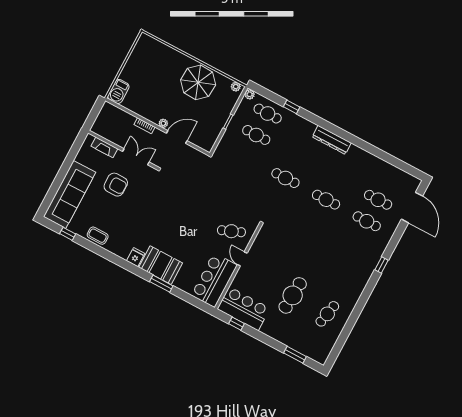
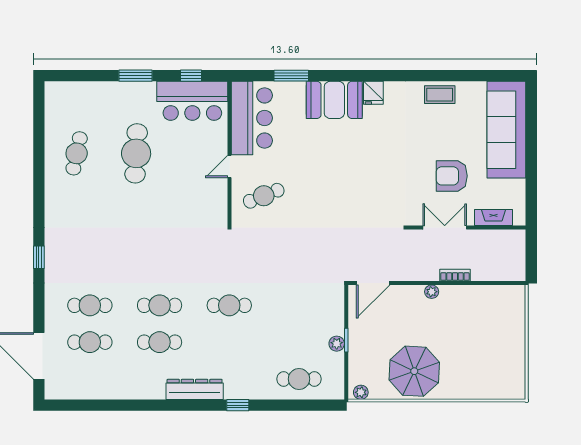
barbecue: (118, 92) -> (514, 302), removed
plant: (250, 94) -> (337, 344), moved
window: (292, 107) -> (238, 405), moved
cafe table: (256, 135) -> (160, 342), moved
door: (177, 137) -> (373, 283), moved
double door: (136, 157) -> (445, 227), swing flipped
window: (68, 234) -> (481, 76), removed
door: (242, 259) -> (230, 166), swing flipped
window: (161, 284) -> (291, 76), moved
window: (295, 355) -> (136, 76), moved

